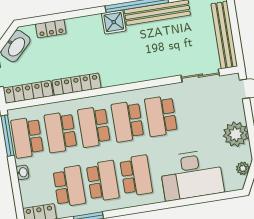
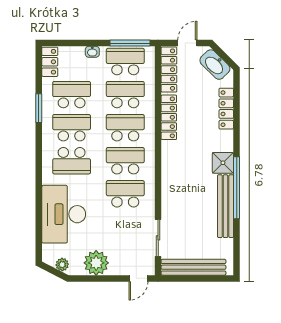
locker: (51, 29) -> (226, 109), width x1.53
school desk: (103, 181) -> (72, 128), turned 180
school desk: (69, 186) -> (72, 95), turned 180

